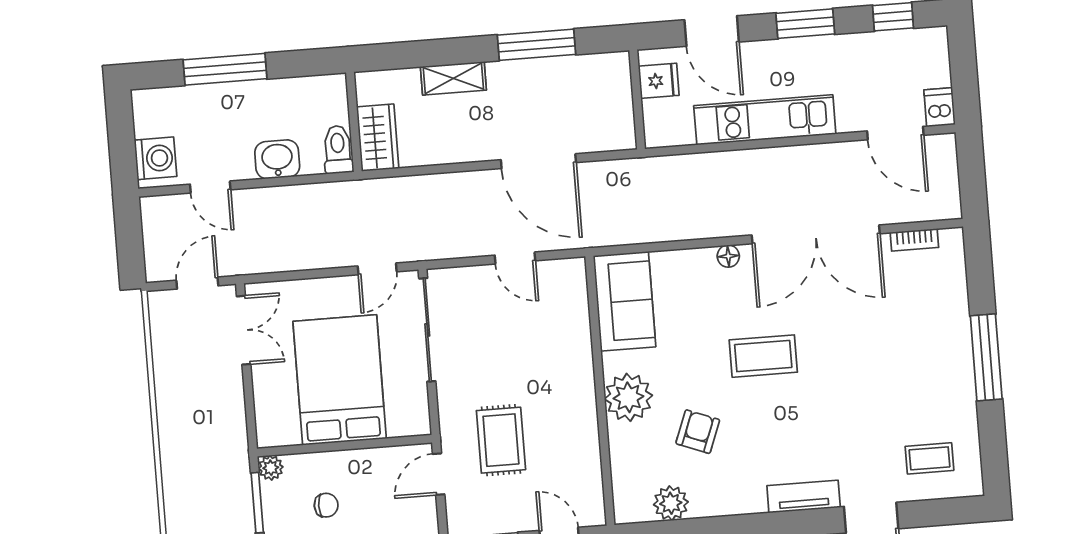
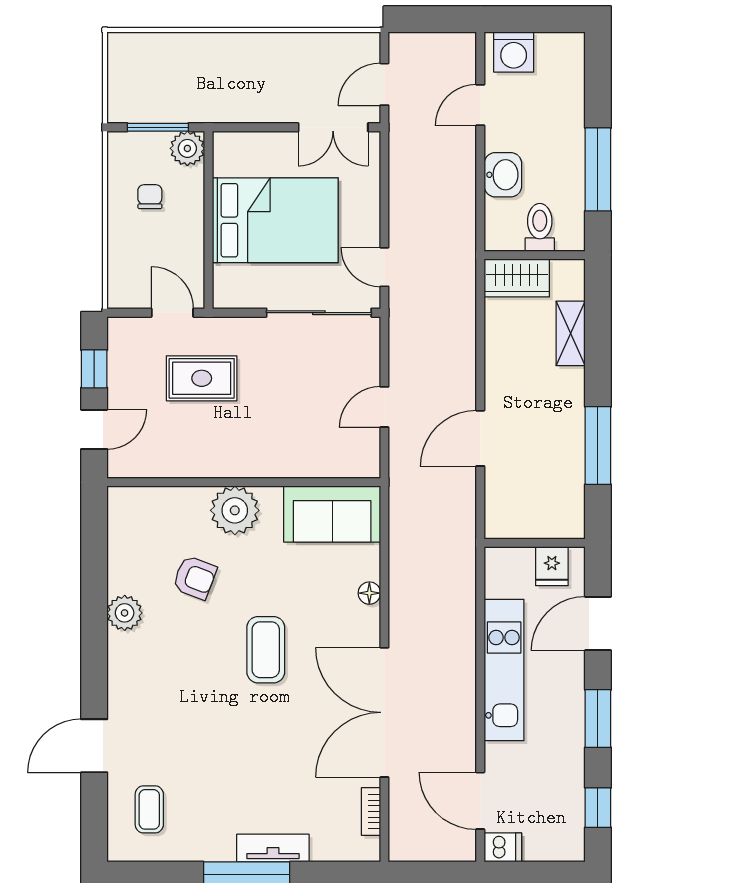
window: (225, 69) -> (598, 169), moved
shelving: (453, 78) -> (571, 333), moved
door: (895, 133) -> (480, 801), hinge flipped
toilet: (338, 149) -> (540, 227), moved, turned -90
door: (538, 161) -> (480, 438), width x0.73
floor lamp: (728, 256) -> (369, 593), moved
door: (197, 283) -> (384, 84), swing flipped
plant: (271, 468) -> (187, 148), width x1.38, depth x1.38
tv unit: (804, 497) -> (273, 848), moved, turned -90
plant: (671, 503) -> (125, 613), moved
chair: (326, 505) -> (150, 197), turned 180

